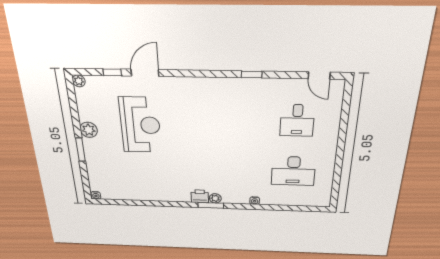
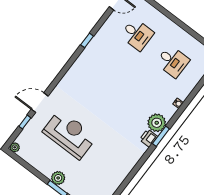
door: (145, 73) -> (40, 103), hinge flipped
plant: (89, 130) -> (58, 178), moved
desk: (293, 171) -> (173, 61), width x0.73
plant: (215, 198) -> (157, 123), width x1.88, depth x1.88

